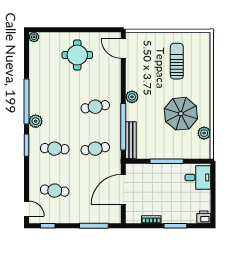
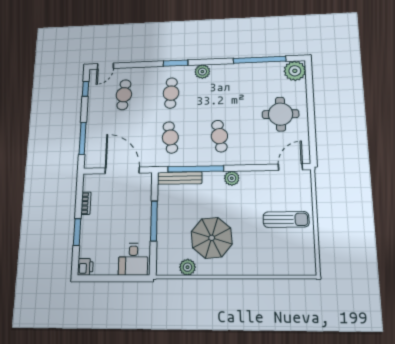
plant: (34, 37) -> (295, 71), width x1.88, depth x1.88
sun lounger: (177, 61) -> (286, 219), moved
window: (27, 102) -> (260, 60), moved

